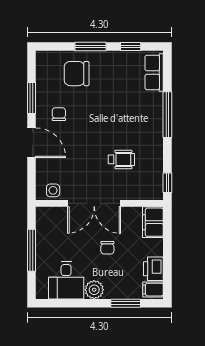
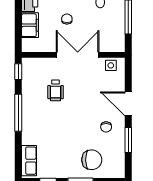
window: (167, 115) -> (18, 113), moved
wheelchair: (121, 159) -> (56, 90), turned -90
filing cabinet: (153, 222) -> (30, 25), moved

